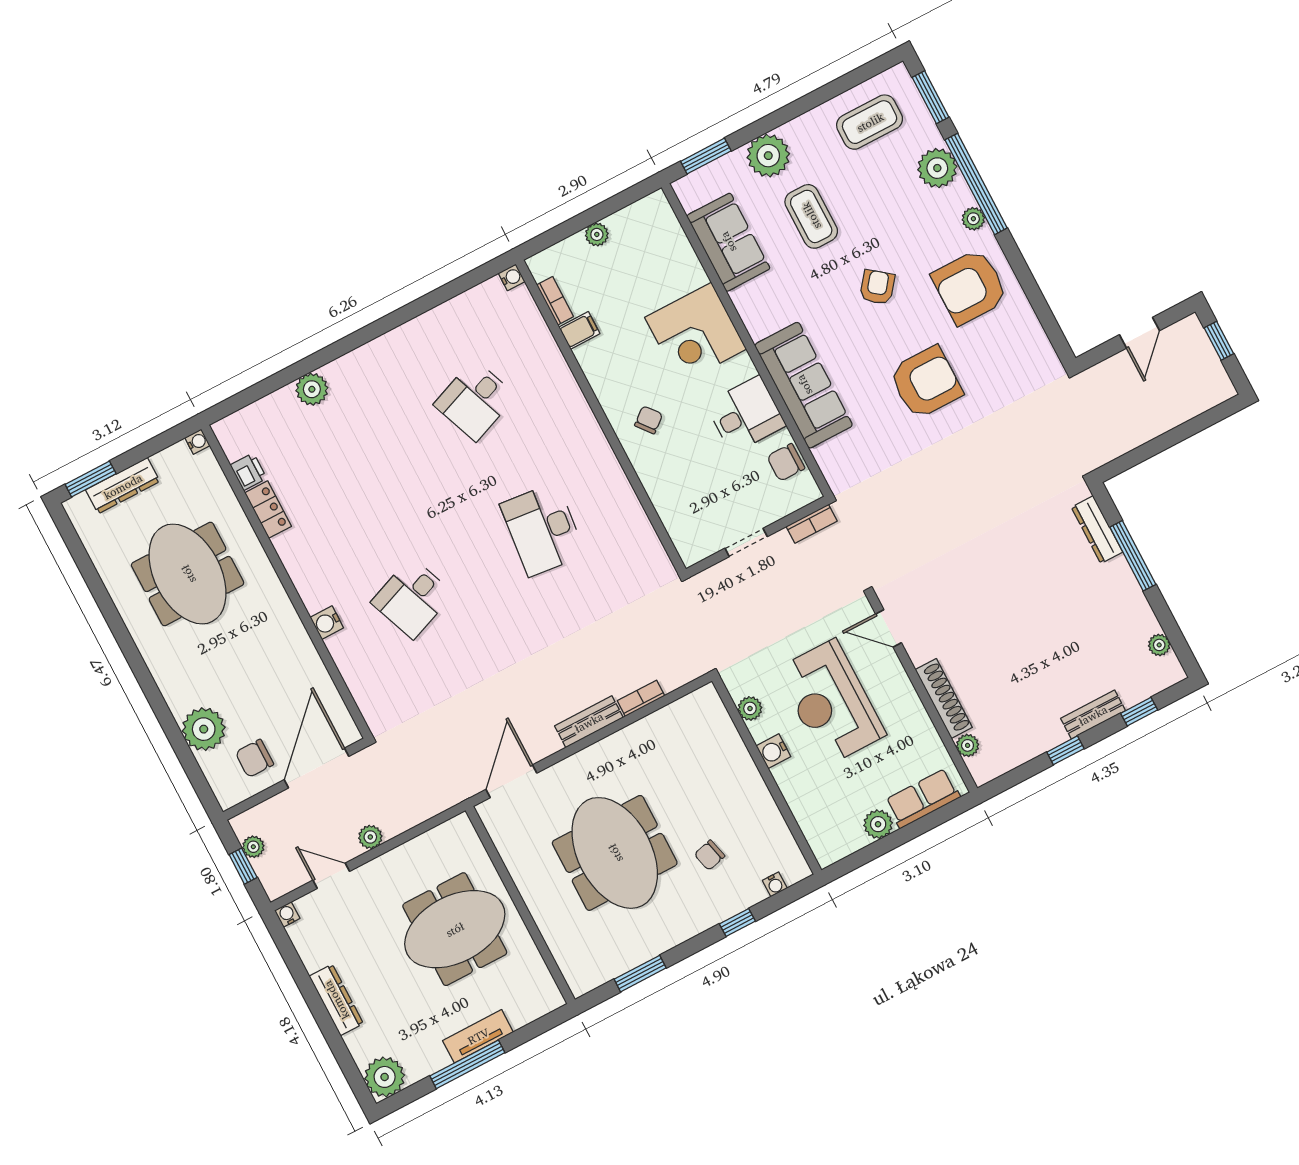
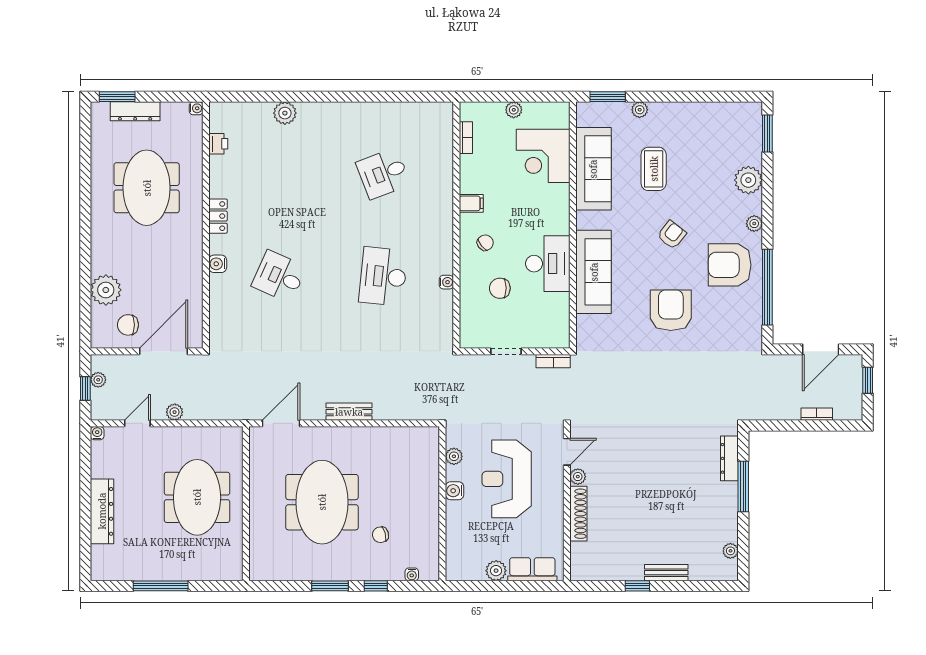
coffee table: (870, 122) -> (721, 129), removed
plant: (768, 156) -> (640, 110), width x0.53, depth x0.53
window: (976, 184) -> (767, 287), moved
sofa: (728, 242) -> (593, 169), width x1.36
water cooler: (512, 277) -> (446, 282), moved
filing cabinet: (579, 330) -> (471, 203), moved
corner desk: (696, 333) -> (543, 156), moved
door: (1140, 333) -> (821, 349), width x1.38
armchair: (926, 382) -> (671, 310), turned -90
desk: (746, 415) -> (548, 264), width x1.37
chair: (786, 462) -> (500, 288), moved
locker: (268, 510) -> (218, 216), moved
desk: (412, 598) -> (279, 276), turned 45
door: (888, 628) -> (567, 452), swing flipped
bookcase: (641, 698) -> (817, 414), moved
window: (1139, 712) -> (696, 586), removed
plant: (968, 745) -> (578, 477), moved
door: (331, 876) -> (137, 423), hinge flipped
meeting table: (455, 929) -> (197, 497), turned 90
window: (640, 974) -> (330, 586), moved
dresser: (336, 1000) -> (102, 511), width x1.37, depth x1.24
tv unit: (478, 1036) -> (176, 572), removed
plant: (385, 1077) -> (105, 567), removed

